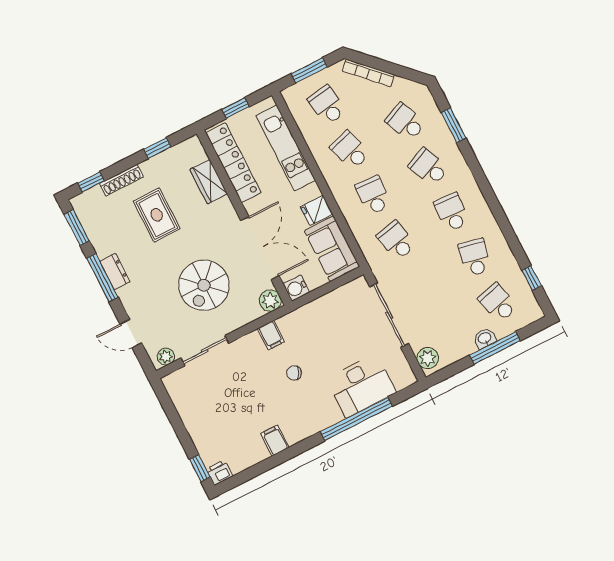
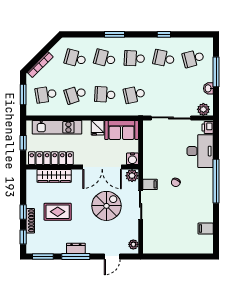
school desk: (405, 122) -> (75, 58), turned 39
window: (453, 125) -> (115, 34), moved
window: (157, 148) -> (23, 212), moved
school desk: (429, 167) -> (105, 58), turned 39
wardrobe: (209, 182) -> (54, 176), width x1.50
double door: (260, 248) -> (102, 167), swing flipped
window: (532, 278) -> (164, 34), moved
spiral stairs: (204, 285) -> (106, 206), turned -90
washbasin: (485, 338) -> (208, 88), moved
sliding door: (205, 351) -> (141, 205), moved
window: (356, 419) -> (216, 181), moved
filing cabinet: (275, 441) -> (206, 229), moved
window: (200, 468) -> (200, 256), removed
printer: (219, 473) -> (208, 128), moved

